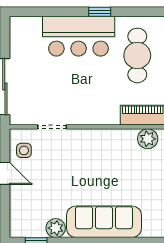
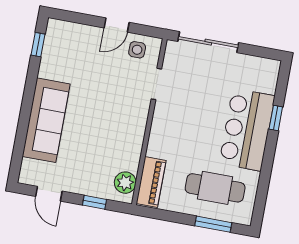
window: (100, 12) -> (276, 118), moved
plant: (56, 228) -> (49, 68), removed

